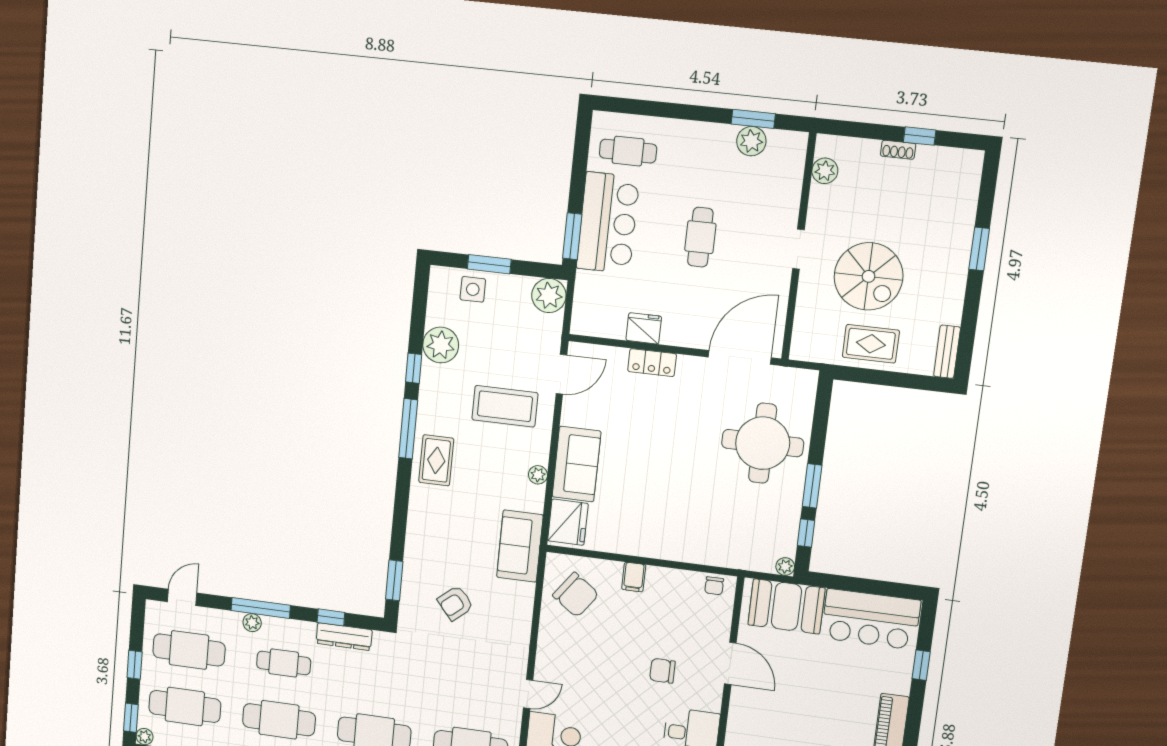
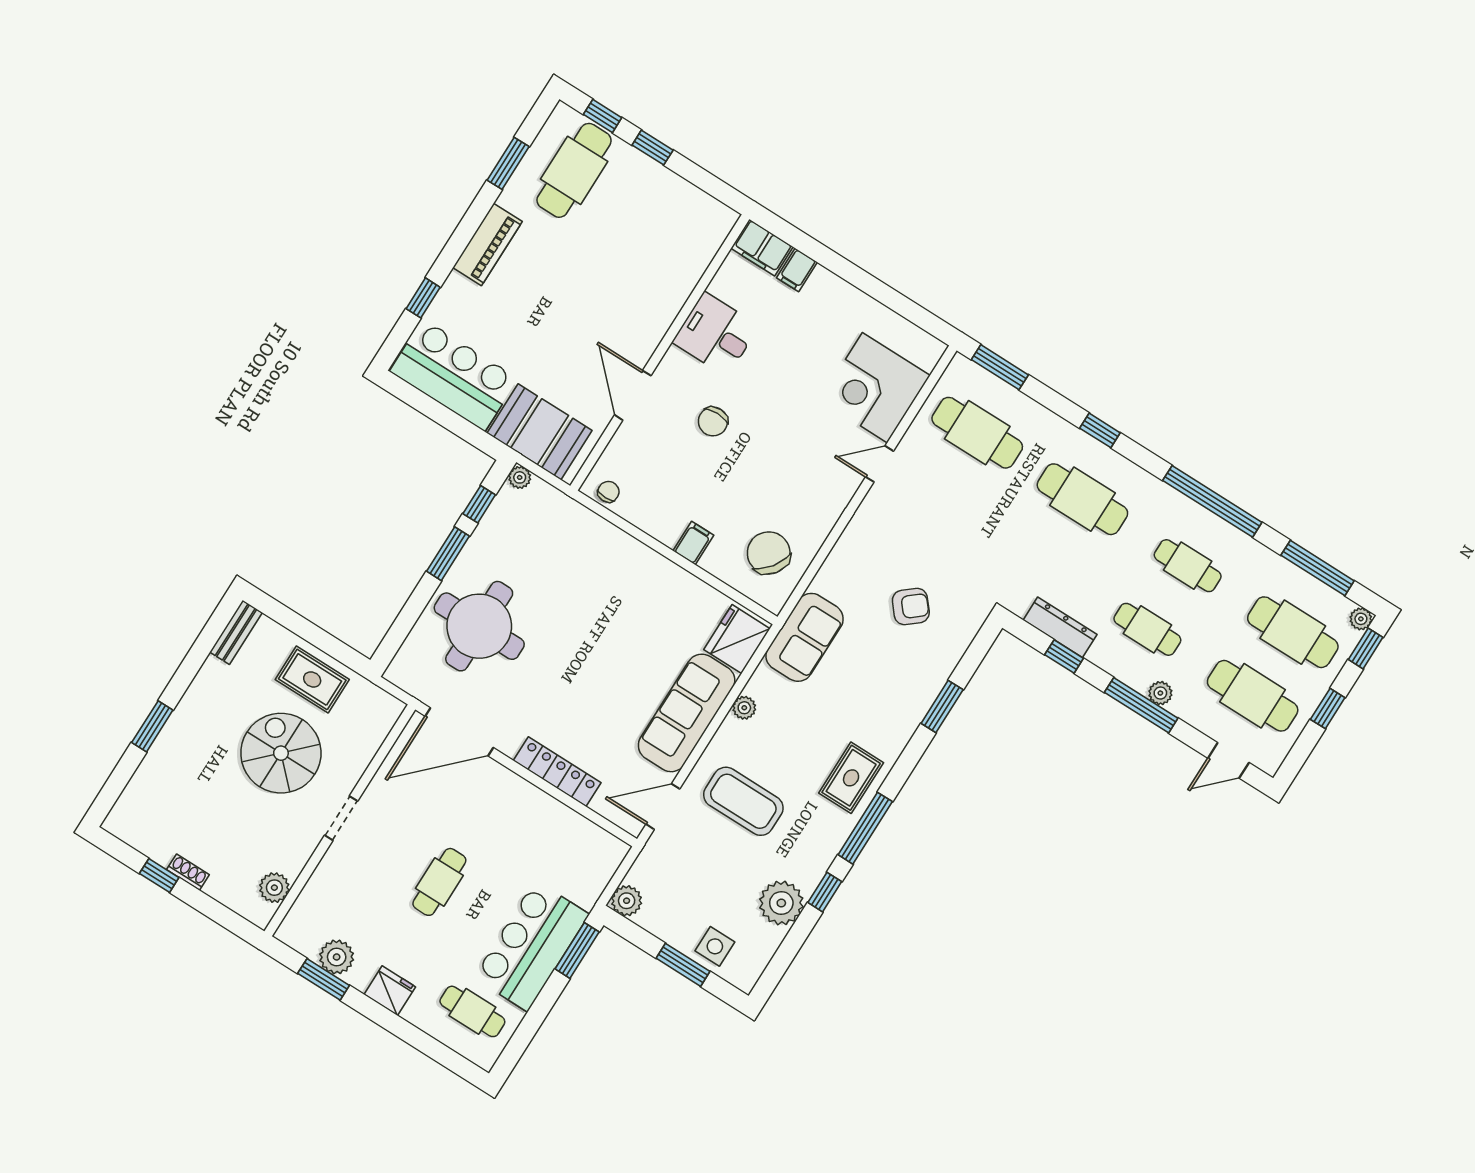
plant: (549, 295) -> (627, 901), width x0.73, depth x0.73
fridge: (644, 328) -> (390, 991), moved, turned 180
locker: (652, 363) -> (557, 772), width x1.53
sofa: (577, 464) -> (687, 713), width x1.36
window: (394, 580) -> (942, 707), moved
chair: (662, 671) -> (713, 421), turned 90
cafe table: (279, 720) -> (1188, 566), width x0.73, depth x0.74

